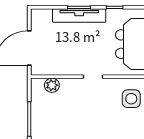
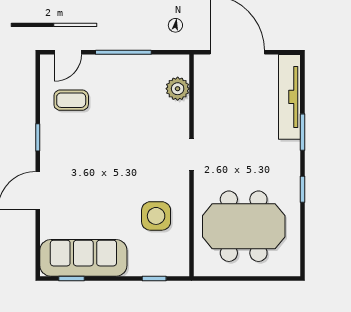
tv unit: (79, 16) -> (289, 97), moved

